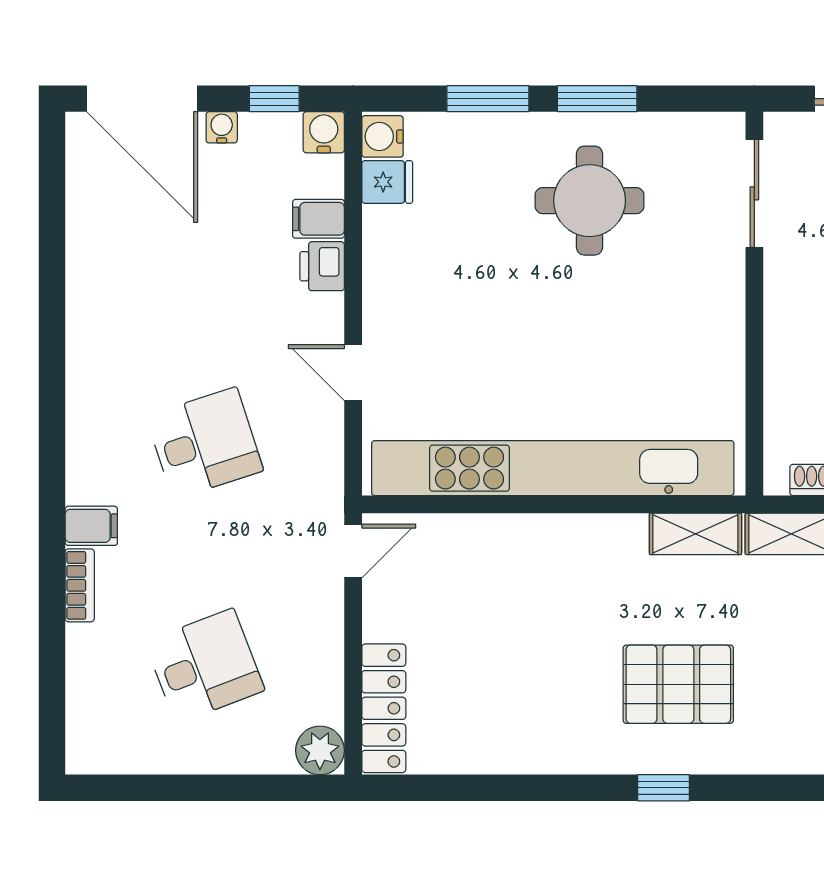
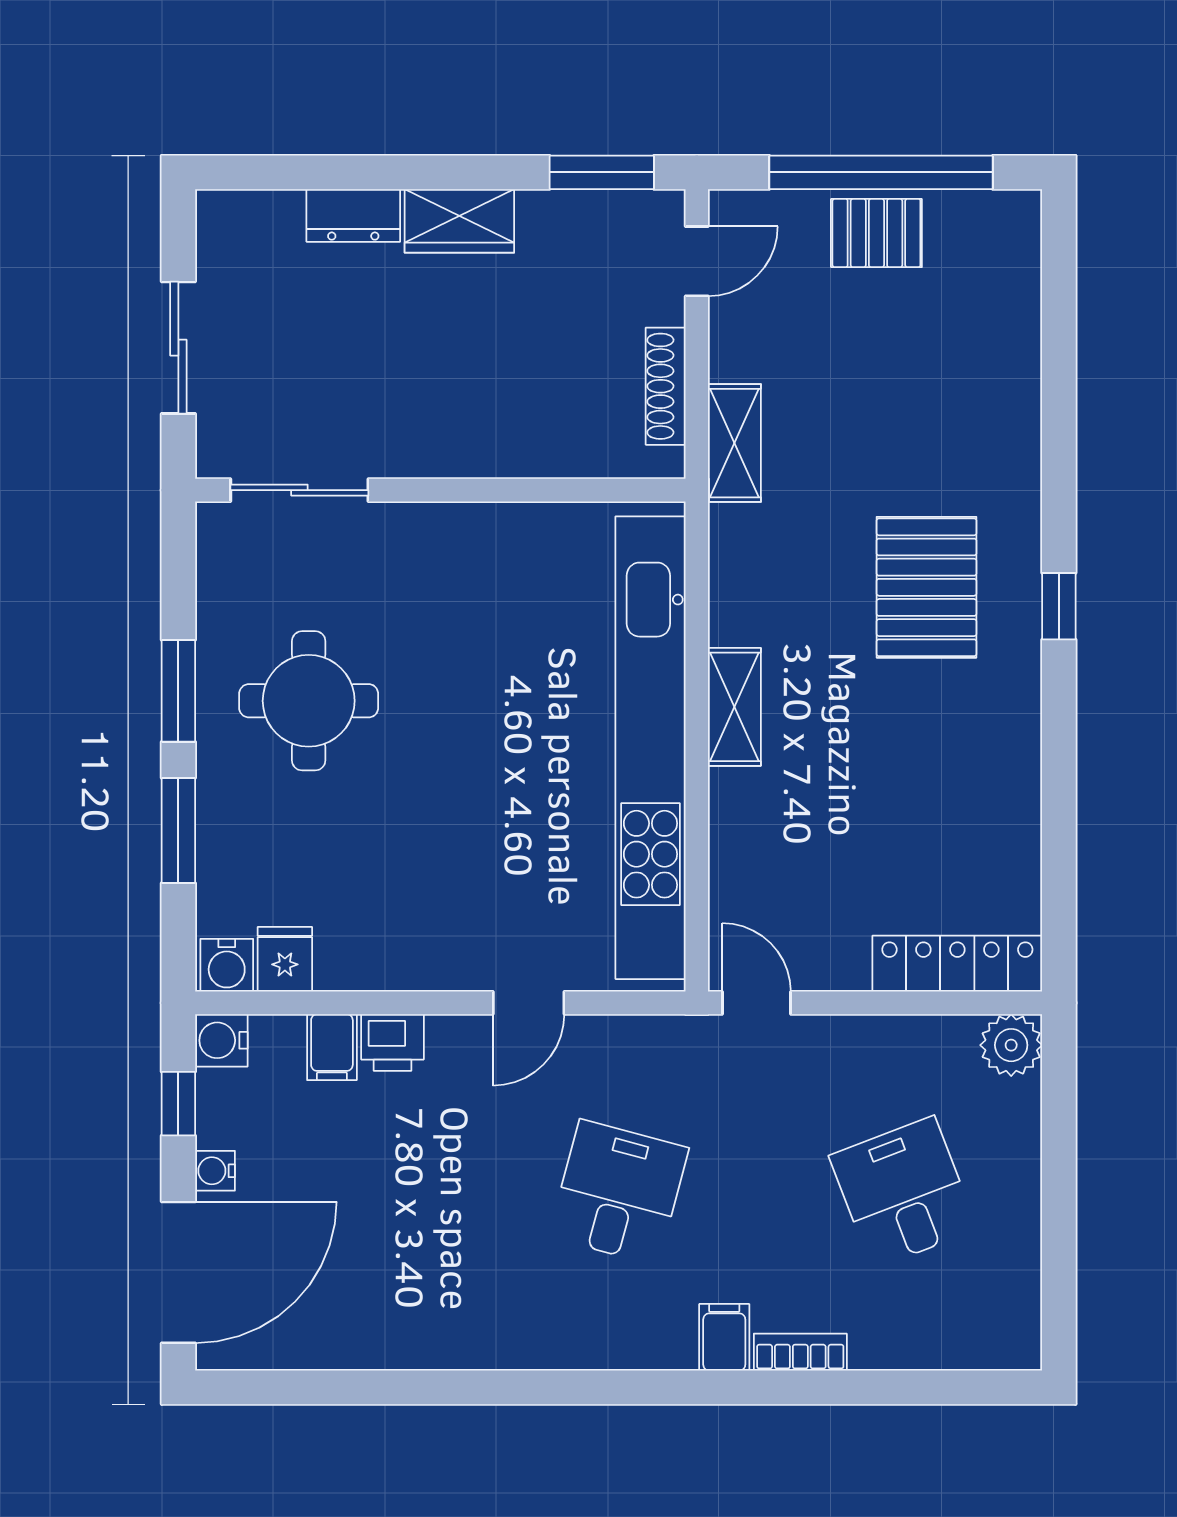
desk: (205, 443) -> (619, 1192), turned 33
shelving: (695, 534) -> (734, 707), moved

